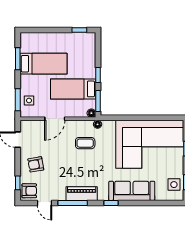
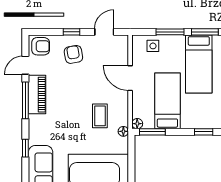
window: (98, 75) -> (204, 132), moved
window: (18, 100) -> (170, 32), moved
window: (18, 183) -> (72, 32), moved
armchair: (29, 191) -> (41, 46), turned -90
piano: (82, 194) -> (37, 95), moved

